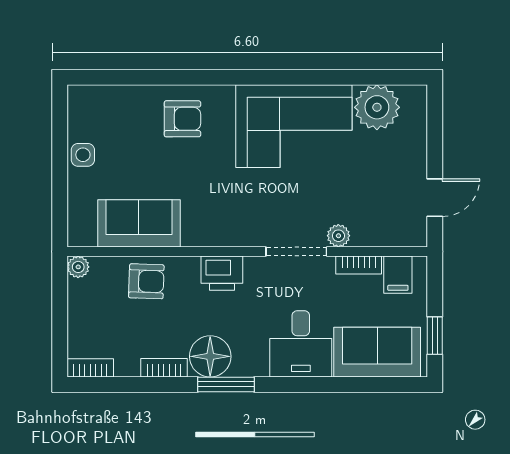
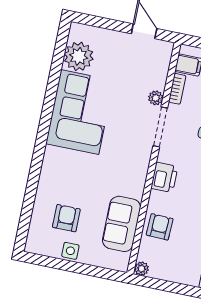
armchair: (182, 119) -> (66, 218), moved

